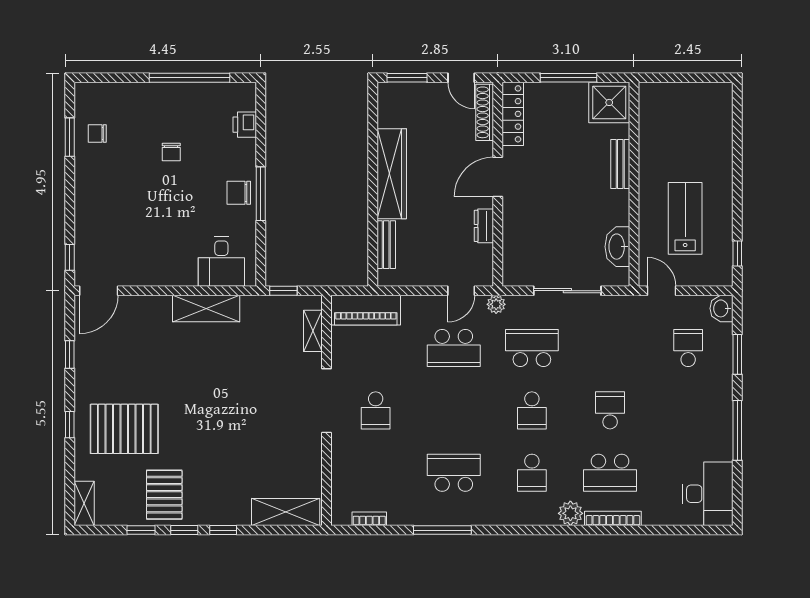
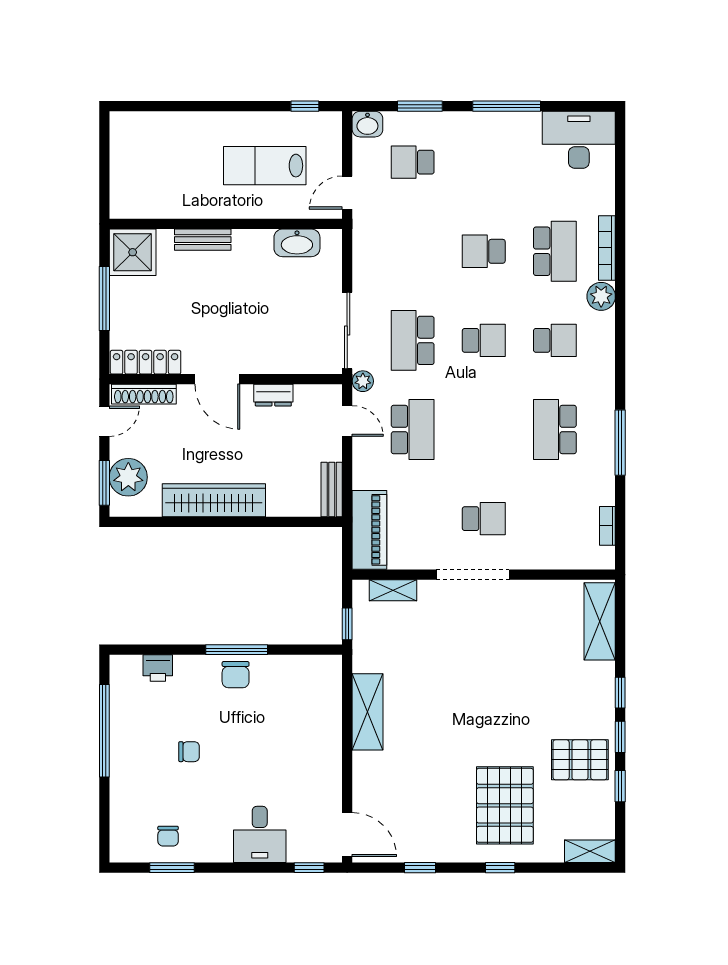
plant: (412, 99) -> (128, 477), added
bench: (386, 245) -> (332, 489), moved, turned 90
desk: (221, 262) -> (260, 834), moved, turned 90
sliding door: (567, 291) -> (347, 330), moved

